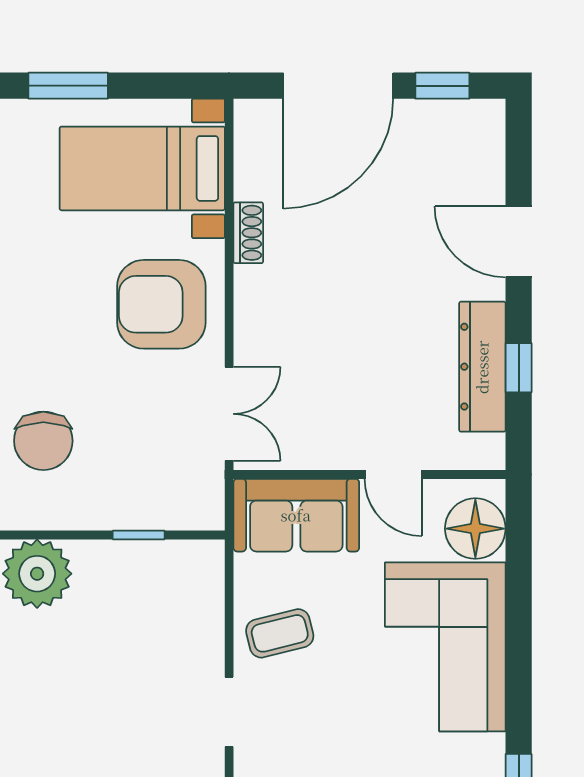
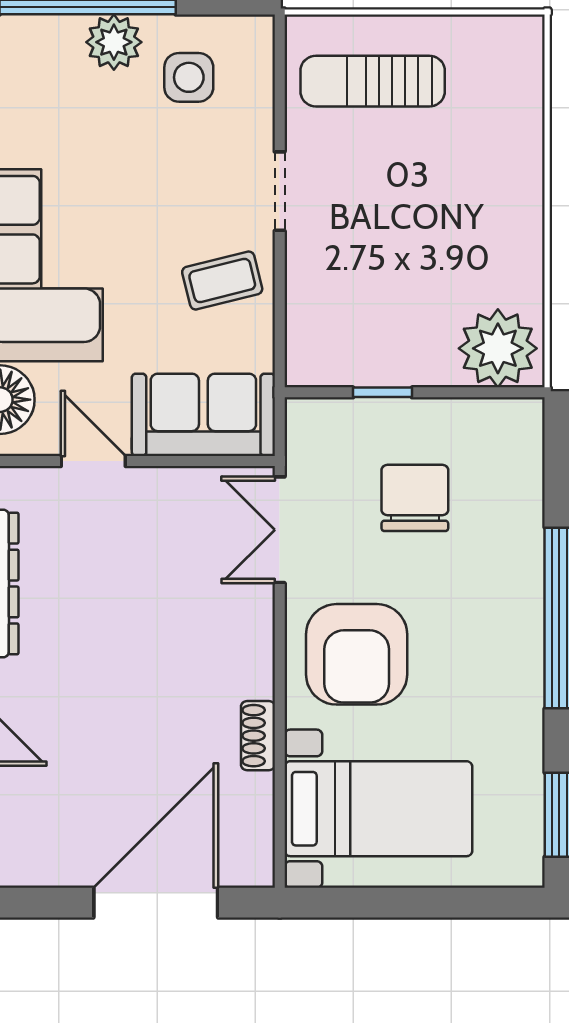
window: (68, 86) -> (463, 903), removed
window: (442, 86) -> (37, 903), removed
armchair: (161, 304) -> (357, 654), turned 90
chair: (43, 441) -> (415, 498), moved

